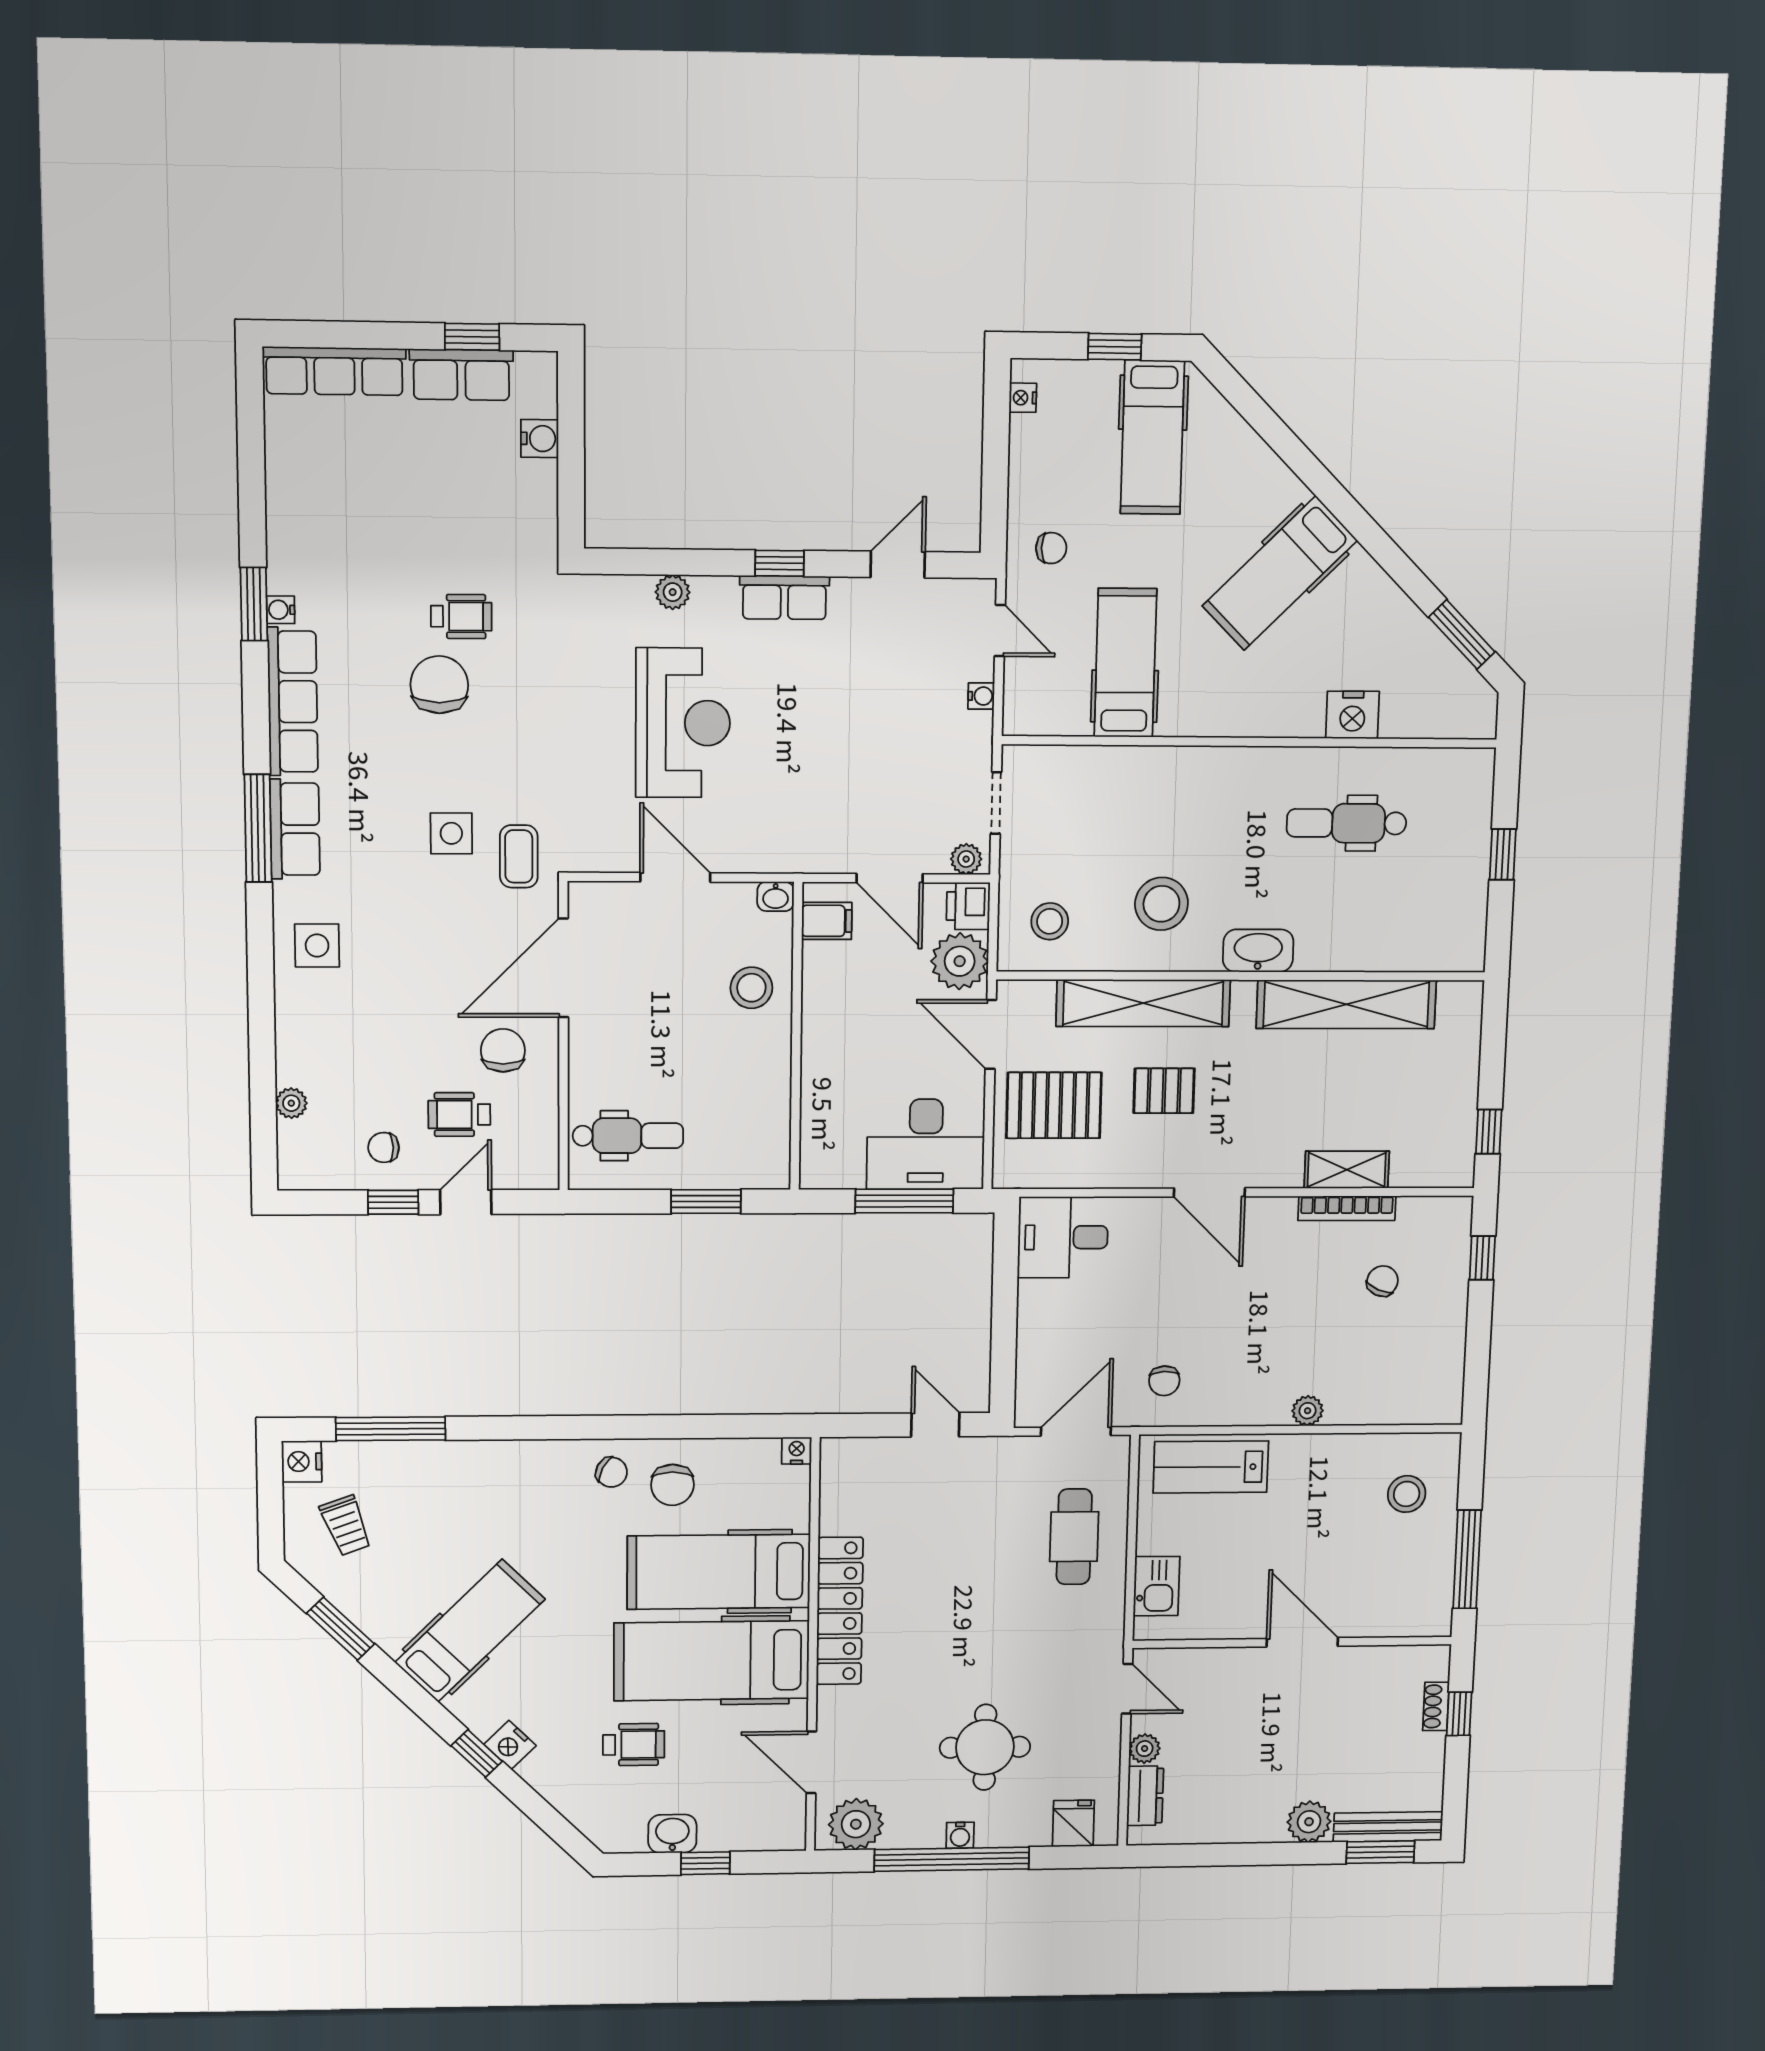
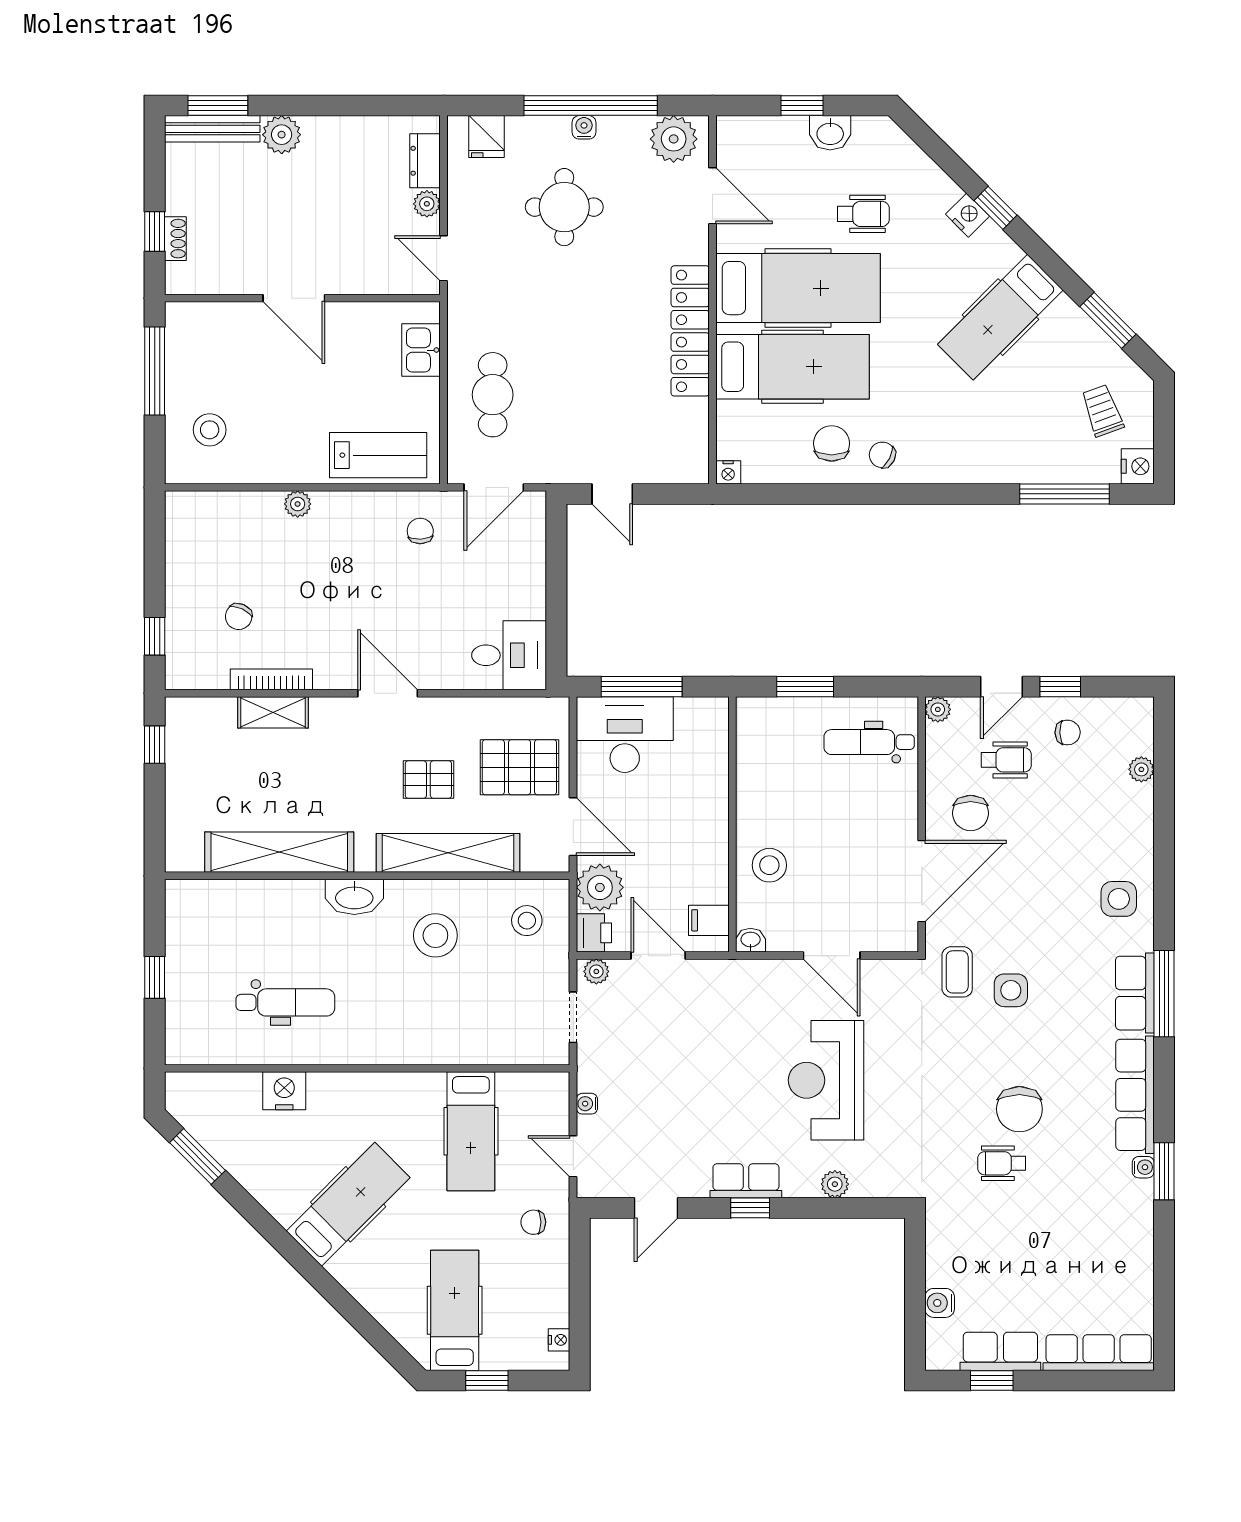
plant: (544, 1175) -> (938, 709), added
wheelchair: (634, 1745) -> (863, 214), turned 180

